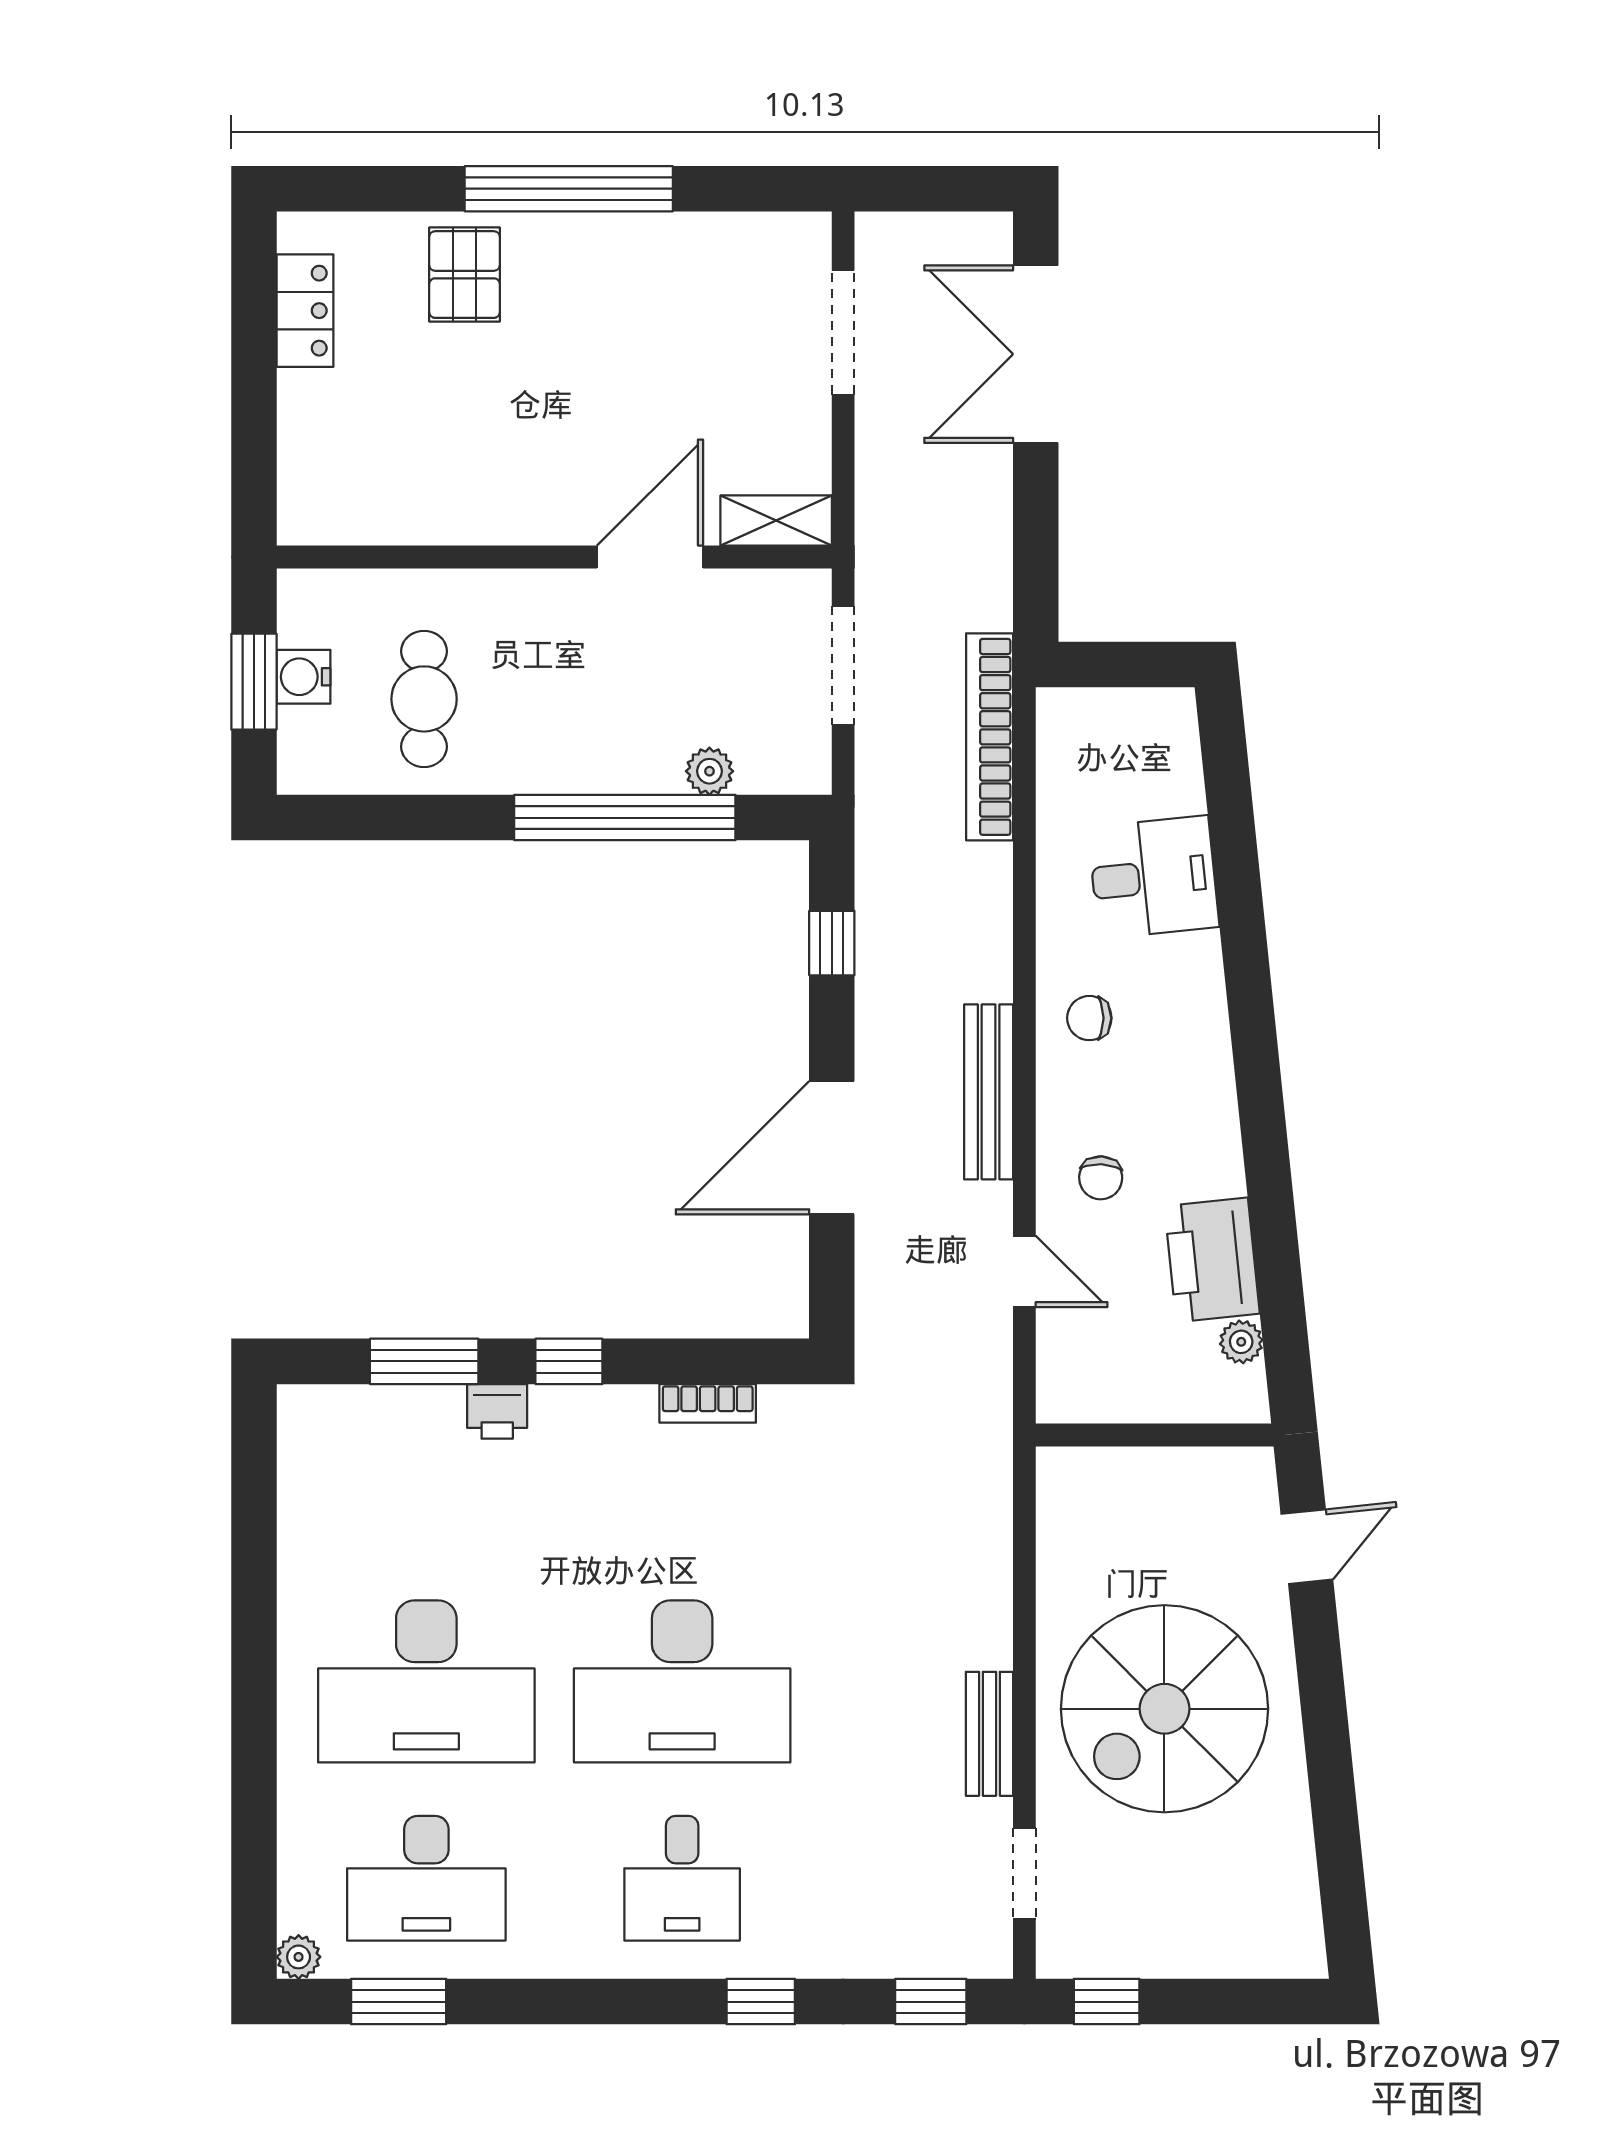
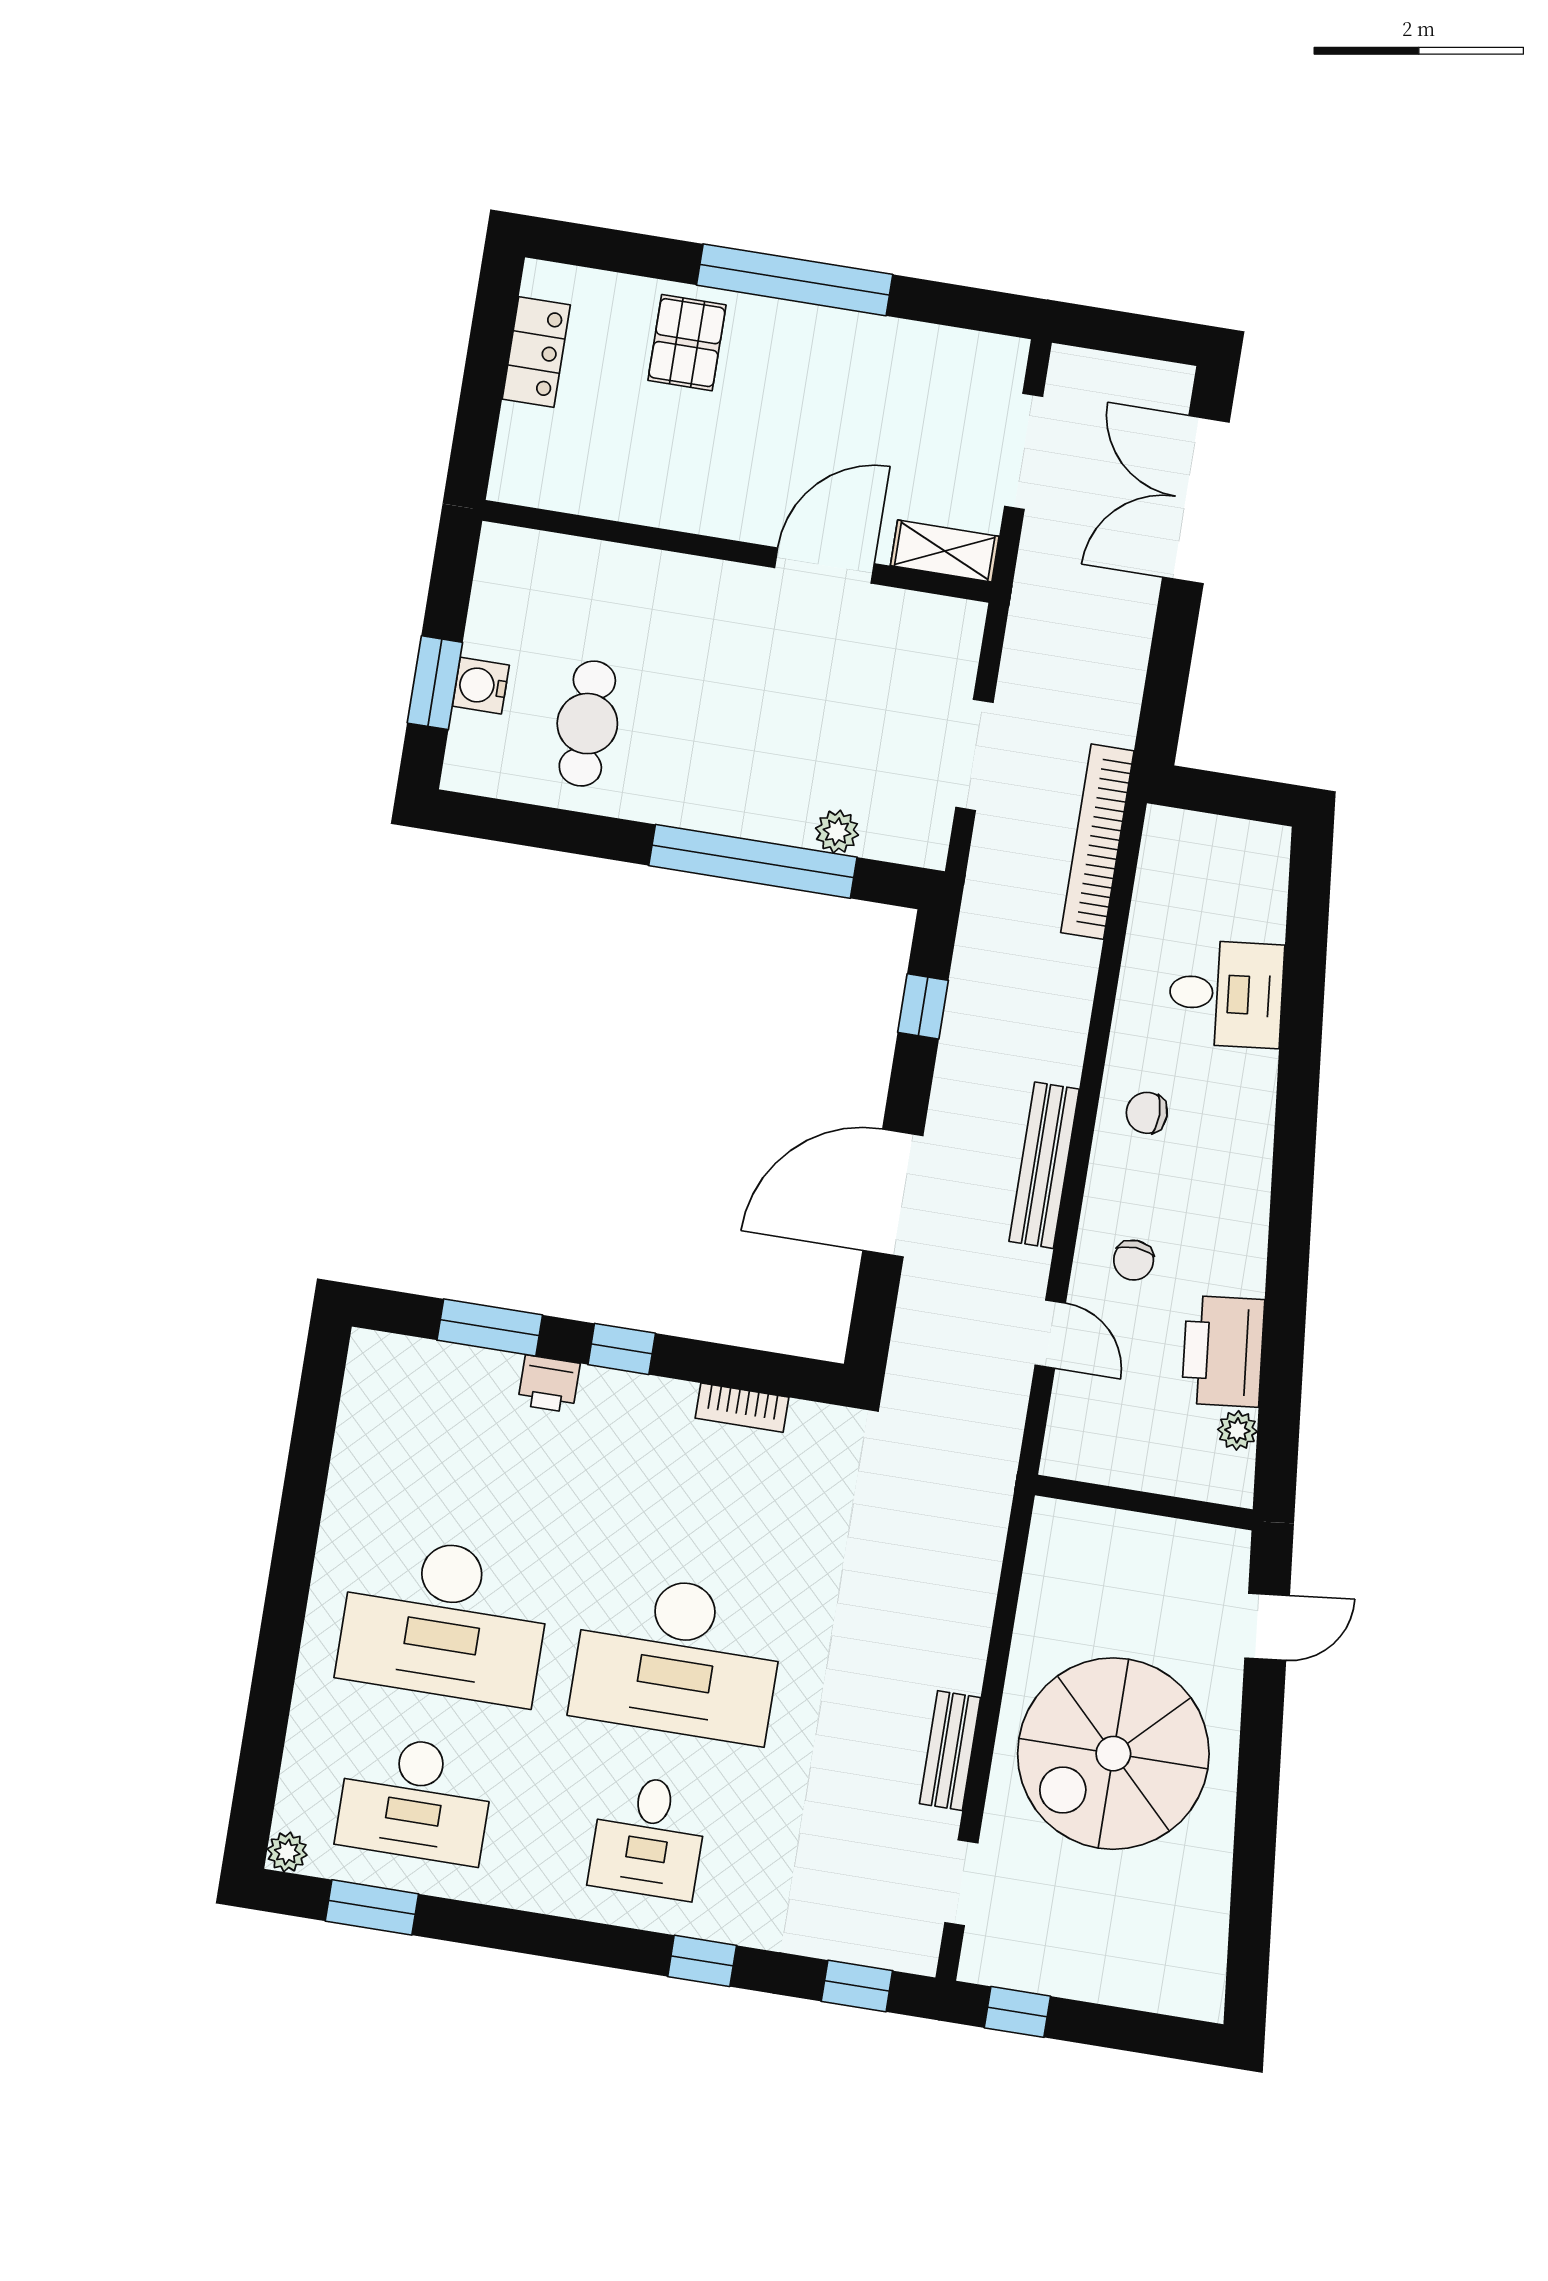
shelving: (776, 521) -> (945, 551), moved
wall: (554, 557) -> (737, 551), moved
door: (650, 557) -> (824, 566), moved

